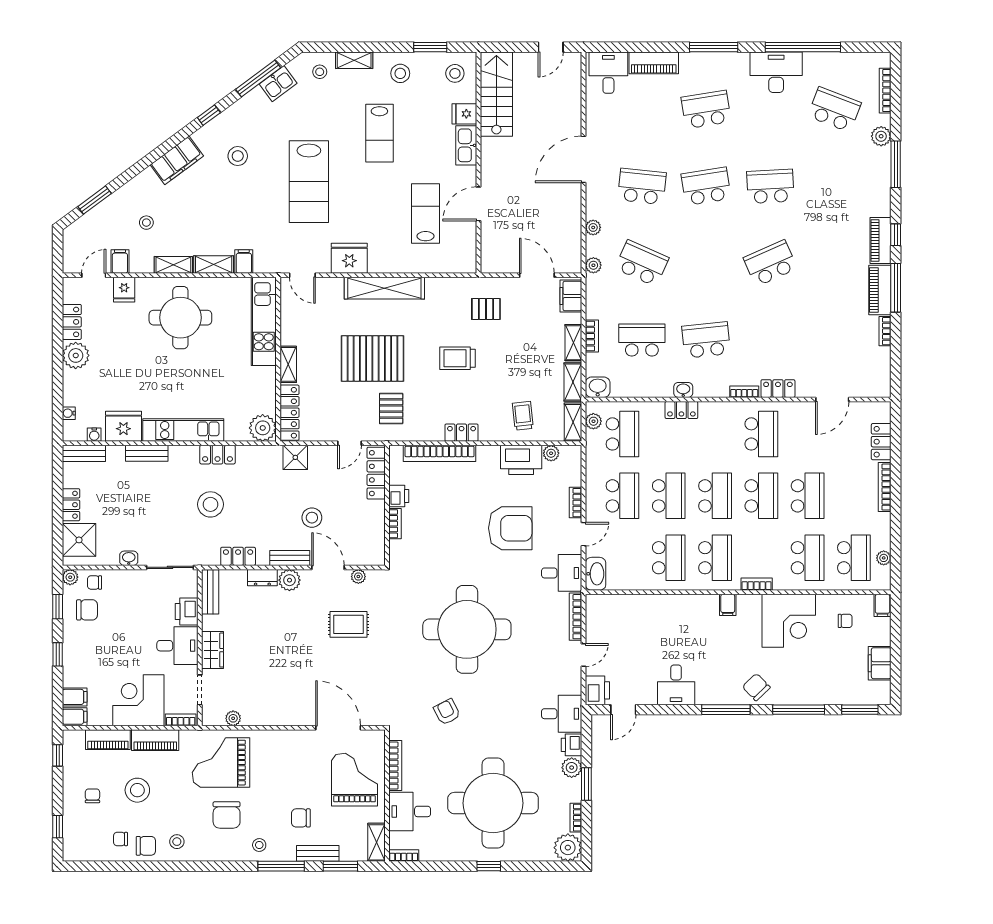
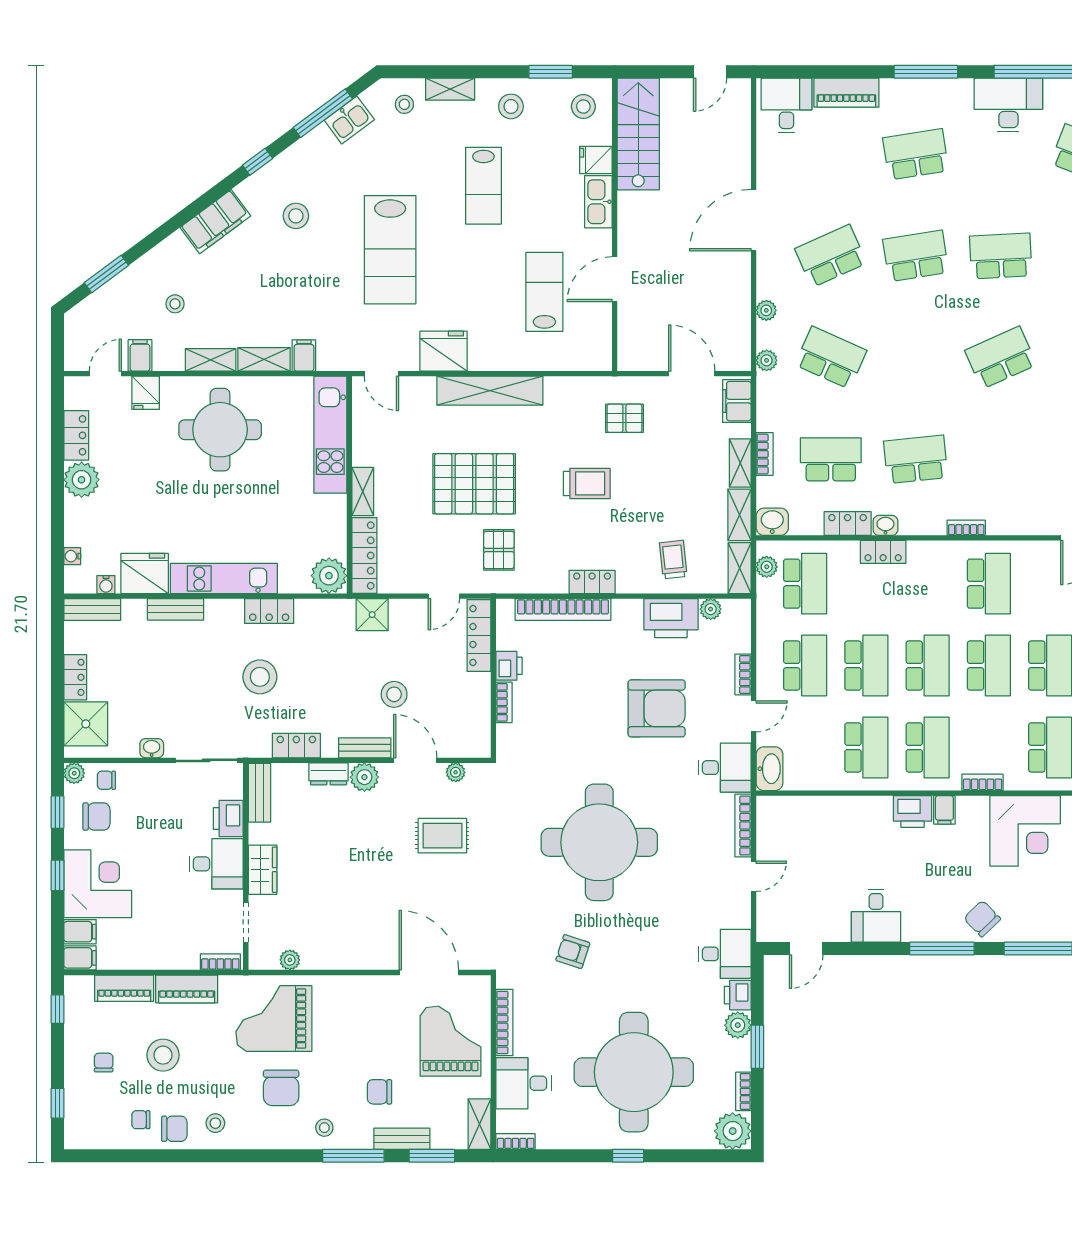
school desk: (642, 186) -> (831, 256), turned -30
trolley: (457, 358) -> (587, 483), turned 180
locker: (778, 389) -> (848, 524), moved
printer: (597, 690) -> (912, 812), moved, turned 90
corner desk: (138, 700) -> (98, 884), moved, turned 90
armchair: (447, 712) -> (573, 952), turned -45

